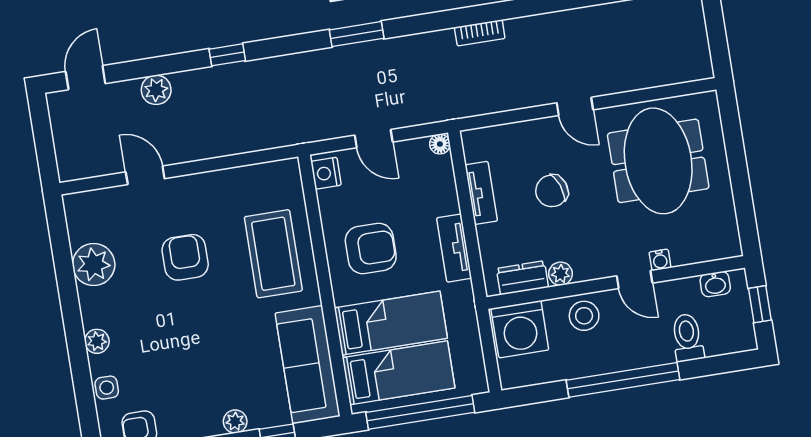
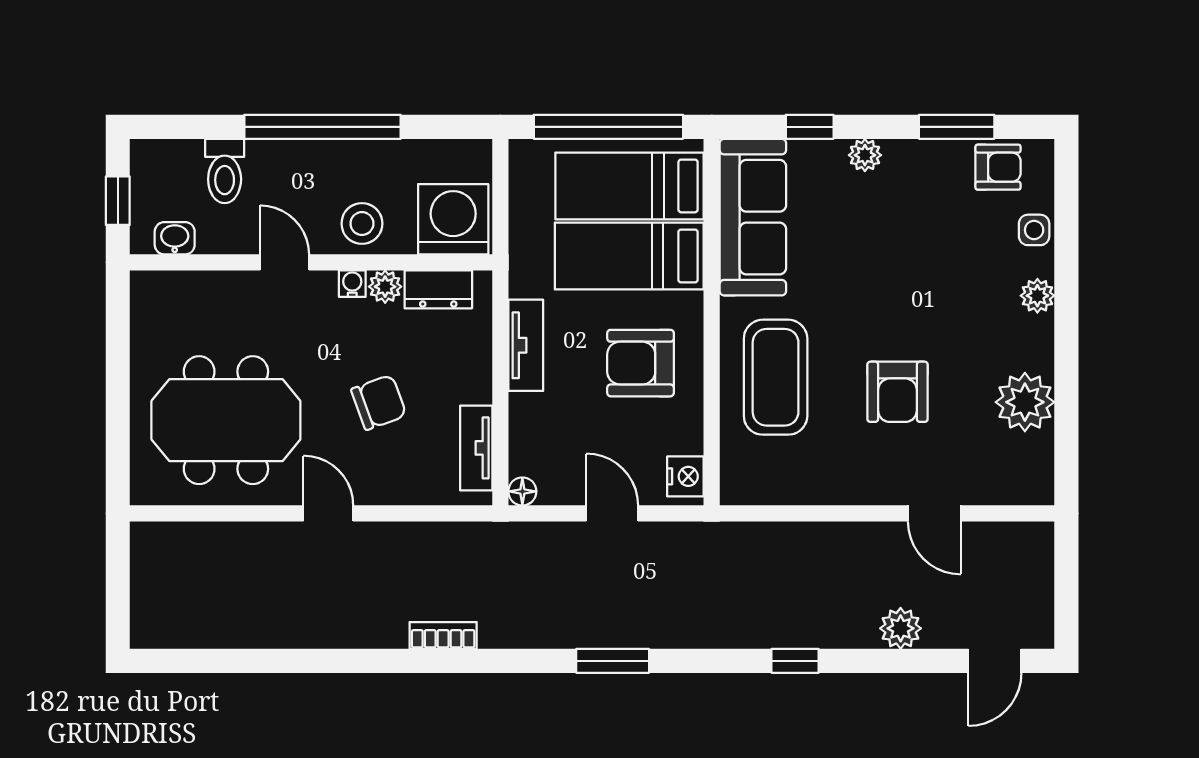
meeting table: (658, 161) -> (226, 420), turned 90
tv unit: (481, 193) -> (476, 448), moved
water cooler: (660, 260) -> (352, 284), moved

